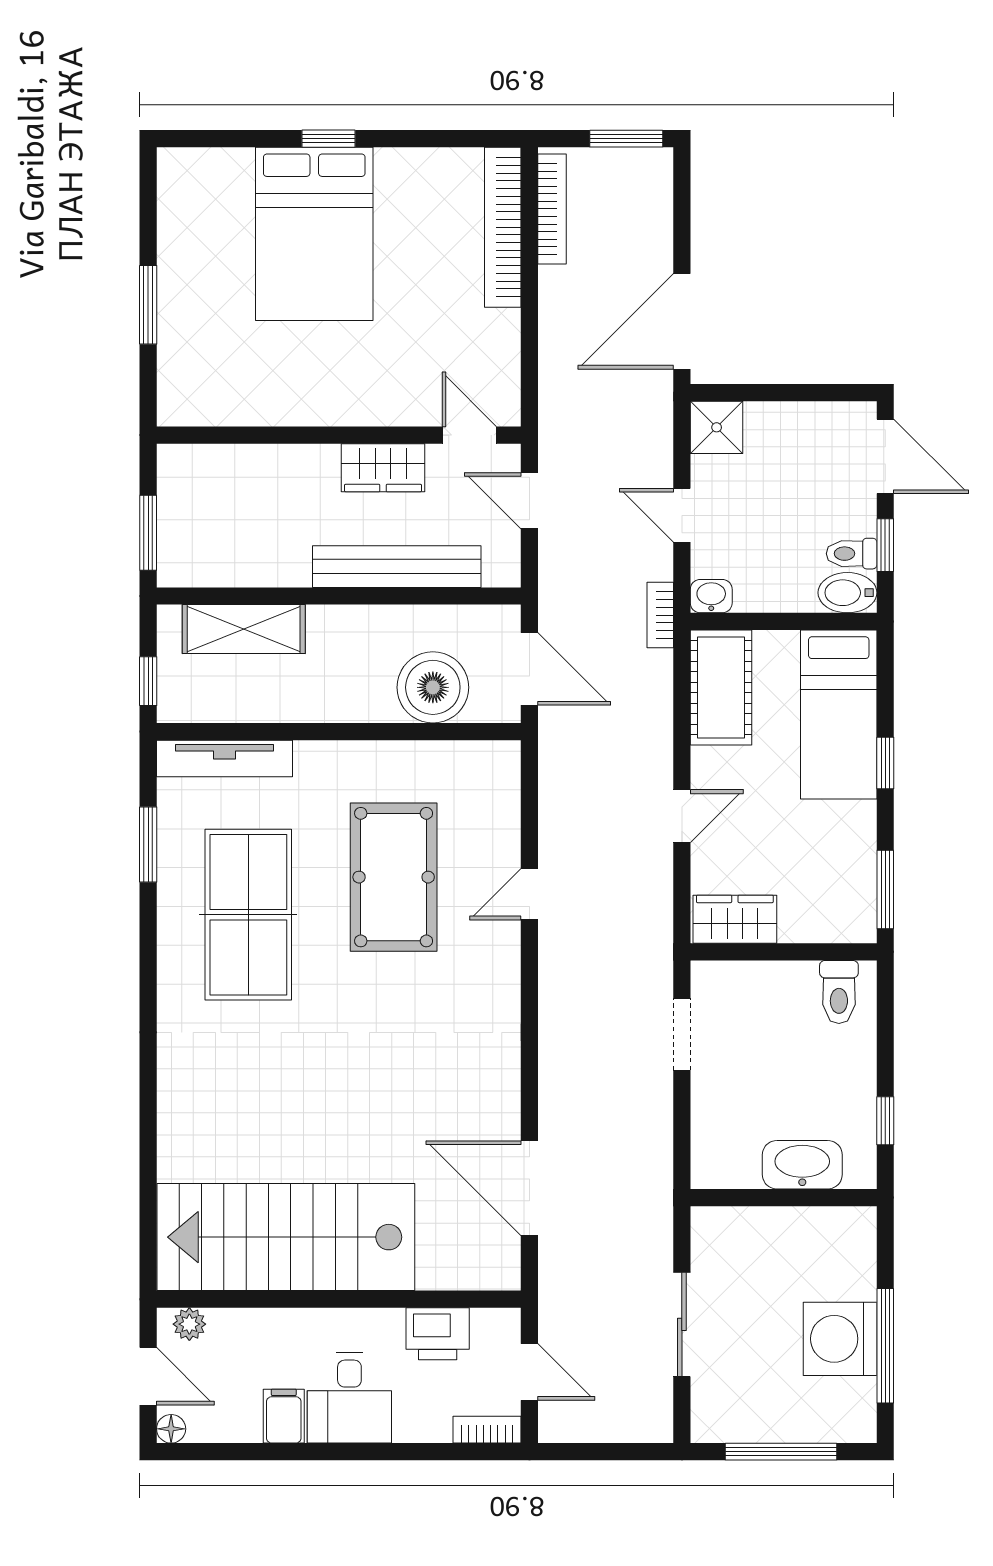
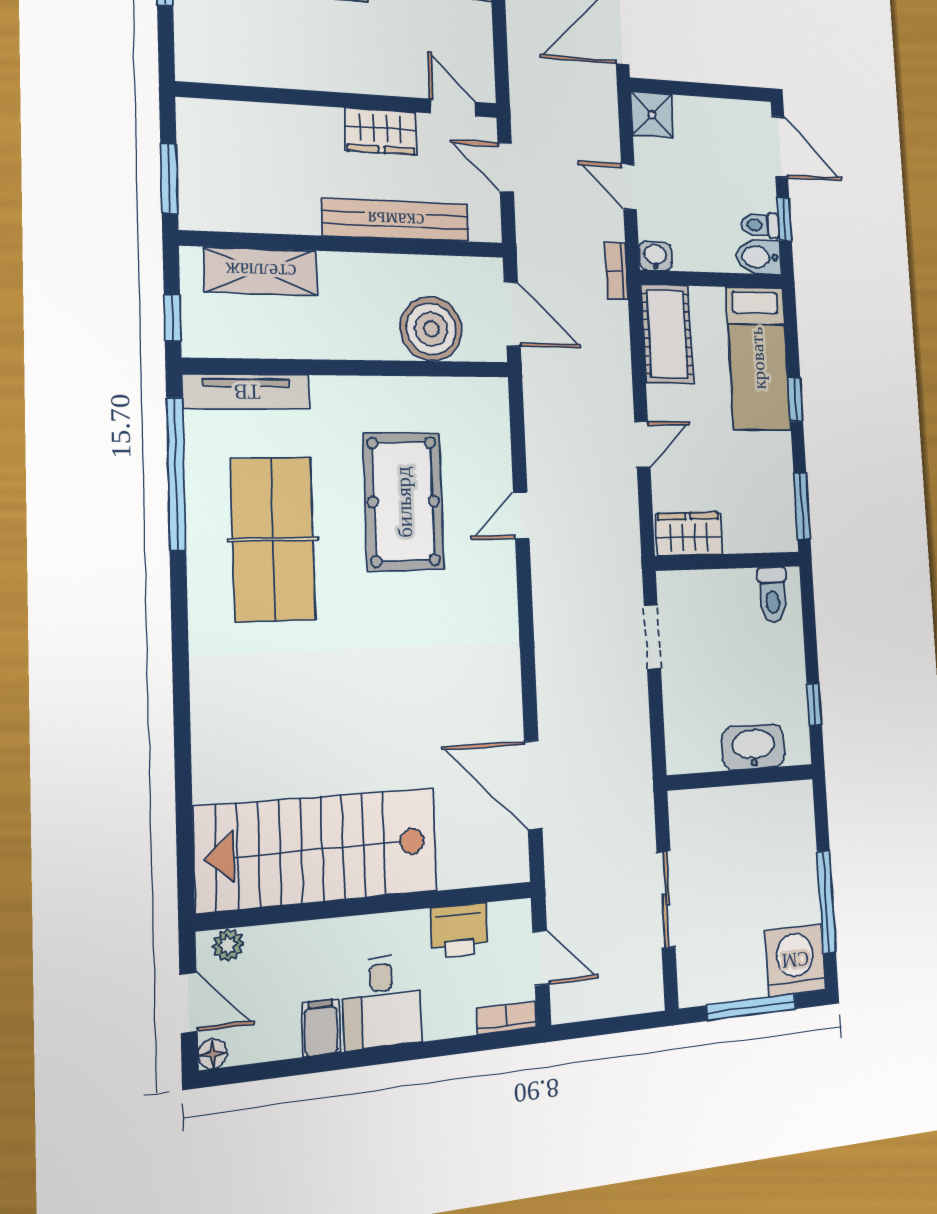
window: (148, 845) -> (176, 474), width x2.11
washing machine: (840, 1339) -> (795, 960), moved, turned 90

